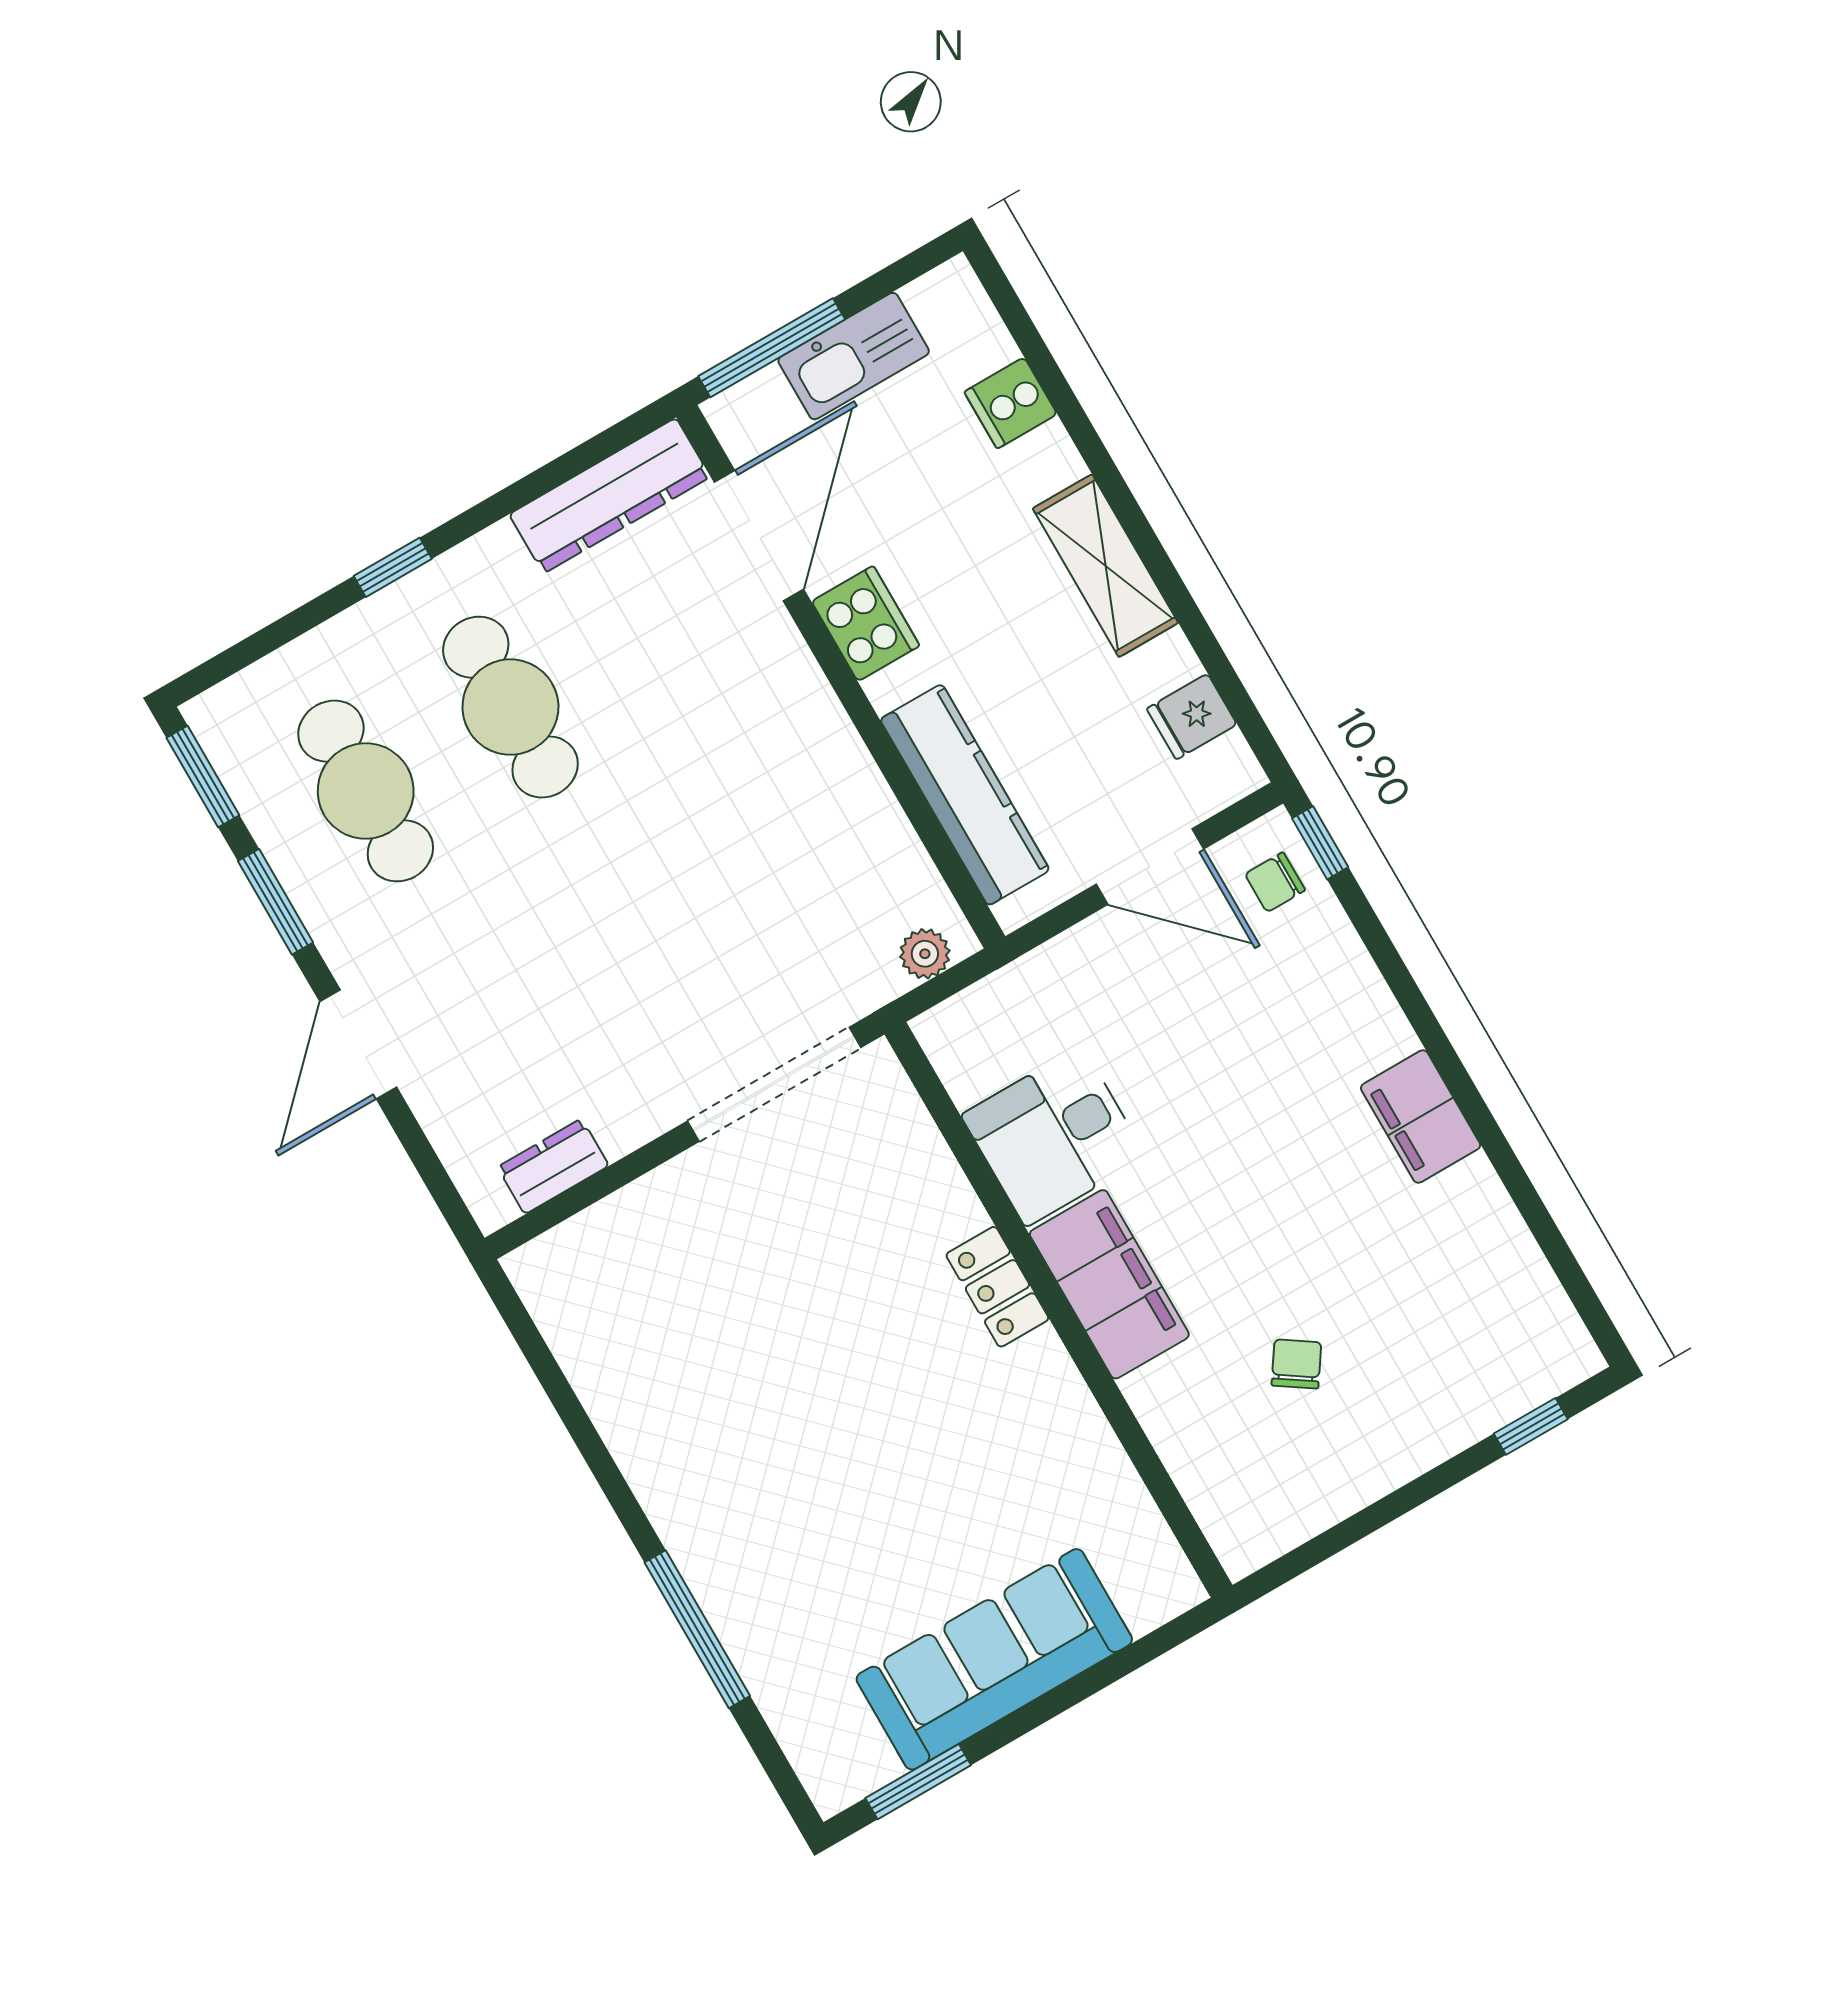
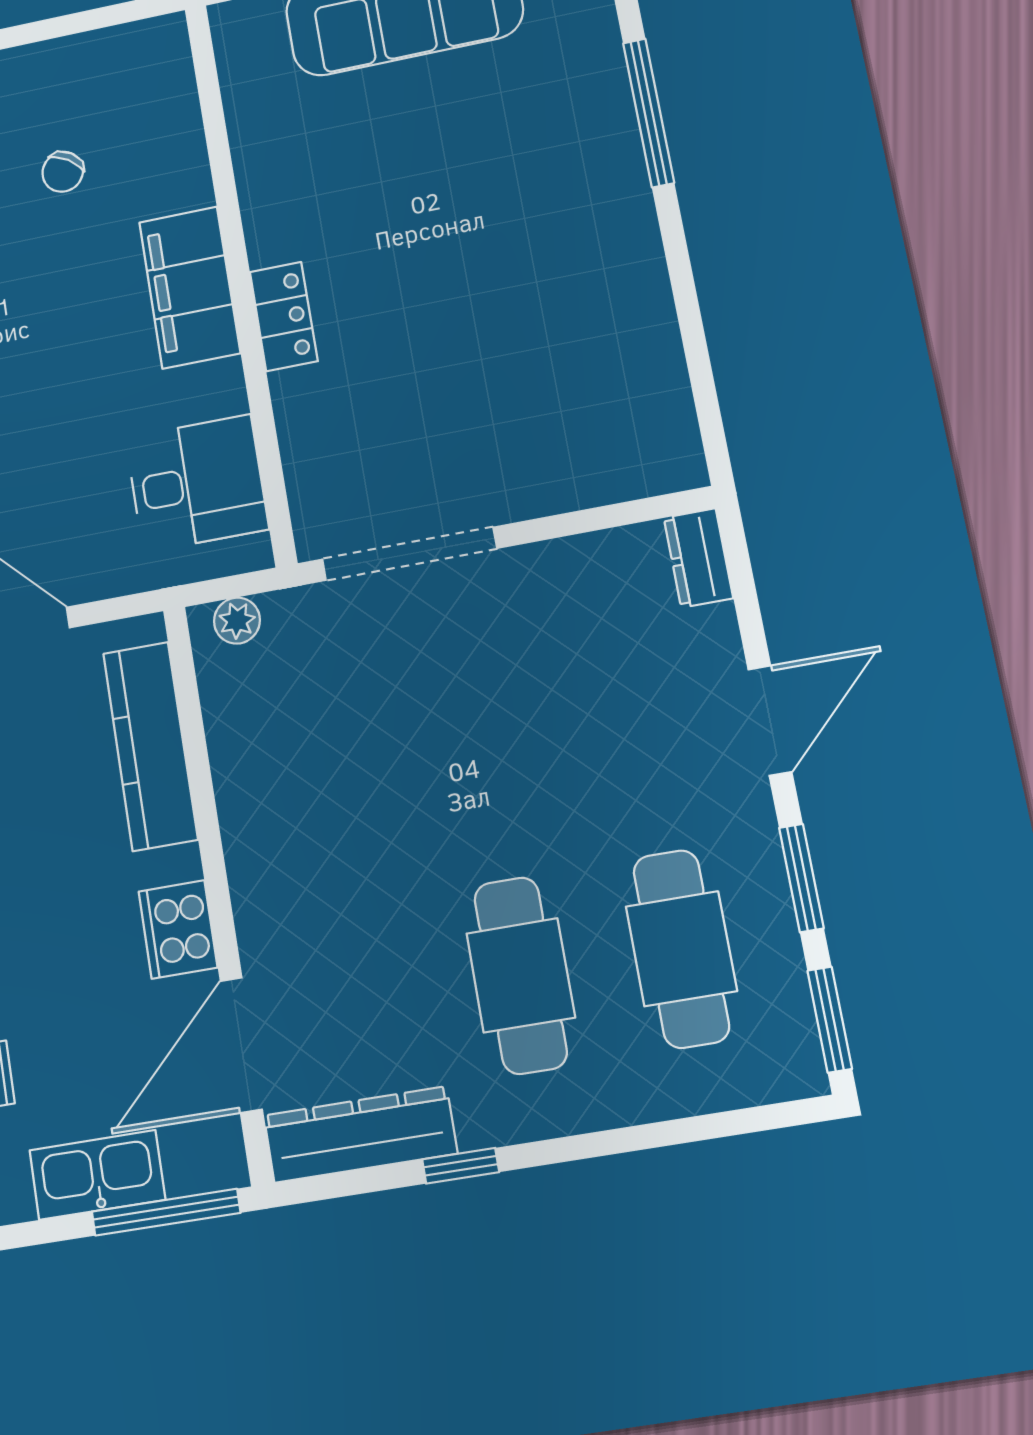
window: (393, 567) -> (461, 1166), moved
desk: (1054, 1136) -> (197, 483), moved
dresser: (553, 1166) -> (698, 558), moved, turned 90

